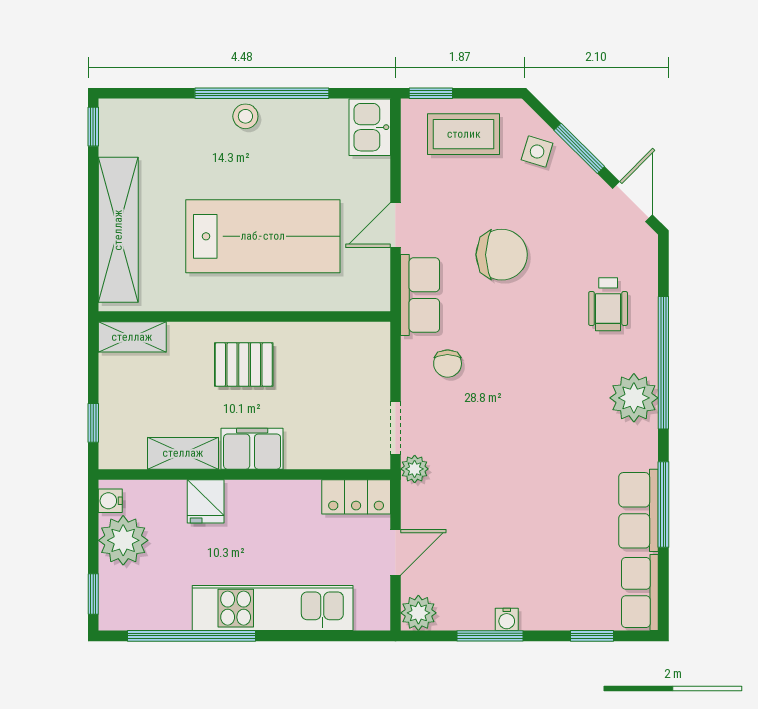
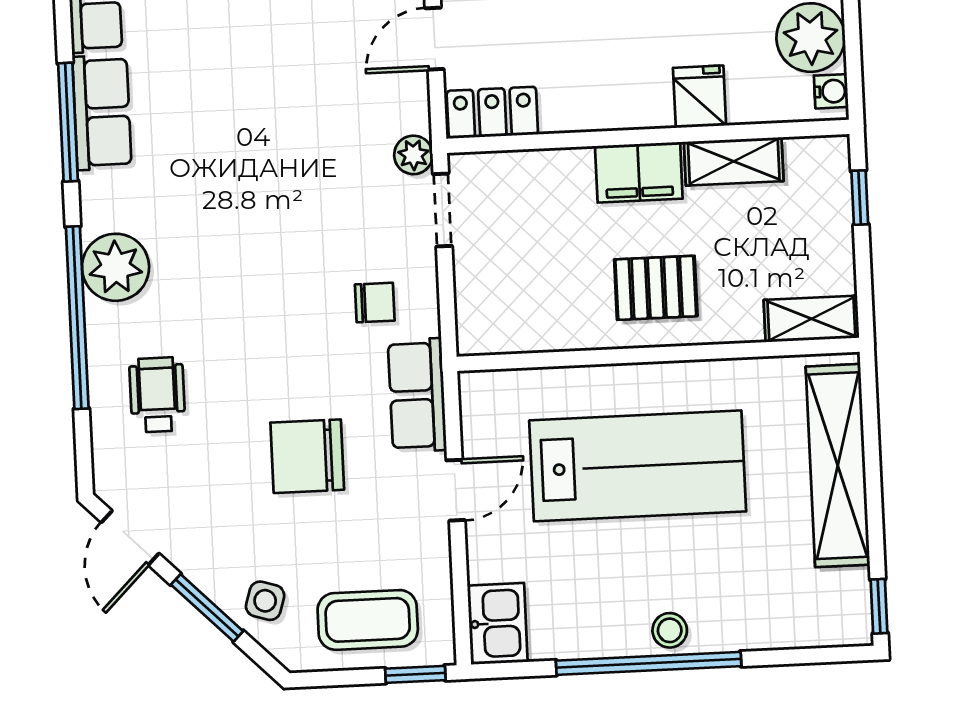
lab bench: (263, 236) -> (638, 466), turned 180
chair: (448, 364) -> (375, 303), turned 90

